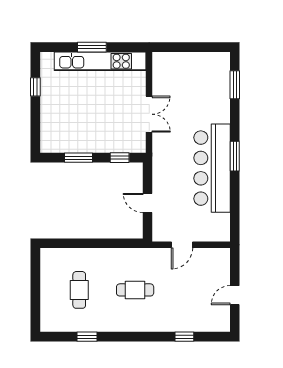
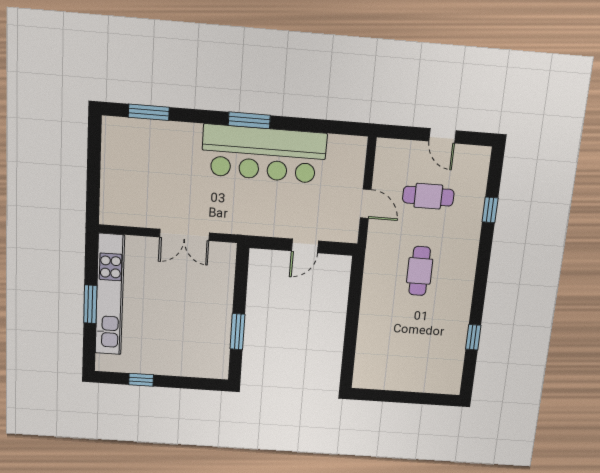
double door: (149, 114) -> (184, 235), swing flipped
window: (120, 158) -> (241, 278), removed
cafe table: (79, 290) -> (428, 196), moved

